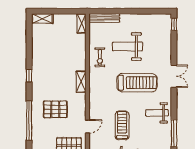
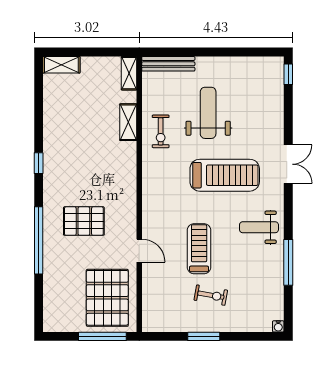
weight bench: (127, 46) -> (208, 113), turned 90
shelving: (81, 82) -> (128, 122), moved
door: (87, 126) -> (139, 251), hinge flipped

